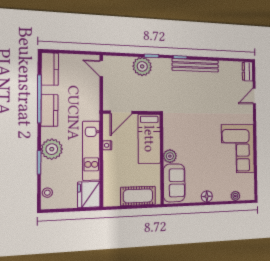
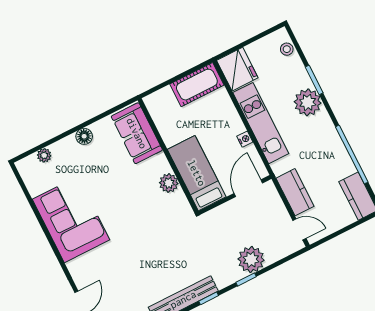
kitchen counter: (49, 110) -> (295, 192), moved, turned 180
plant: (170, 156) -> (169, 183), moved
cot: (138, 196) -> (197, 85), moved

